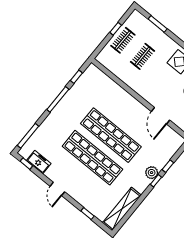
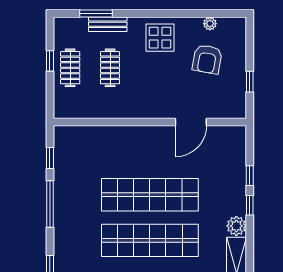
bench: (159, 34) -> (108, 24), added
door: (161, 116) -> (191, 122), hinge flipped
plant: (152, 173) -> (236, 226), moved

